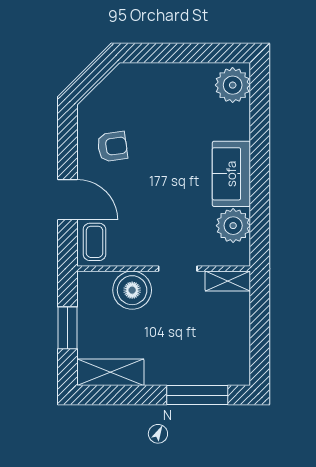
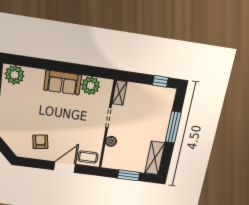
boiler: (132, 290) -> (111, 141), width x0.54, depth x0.54
window: (260, 353) -> (160, 81), added
window: (197, 395) -> (173, 127), moved

